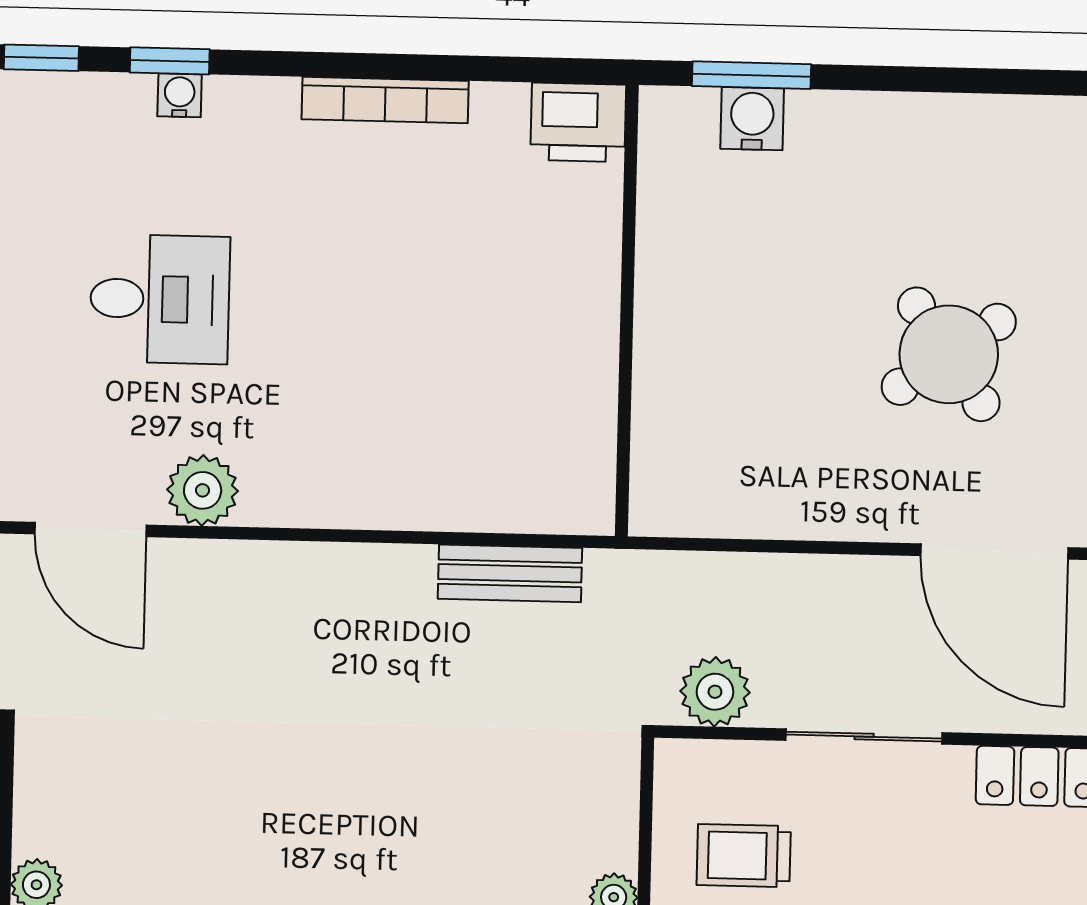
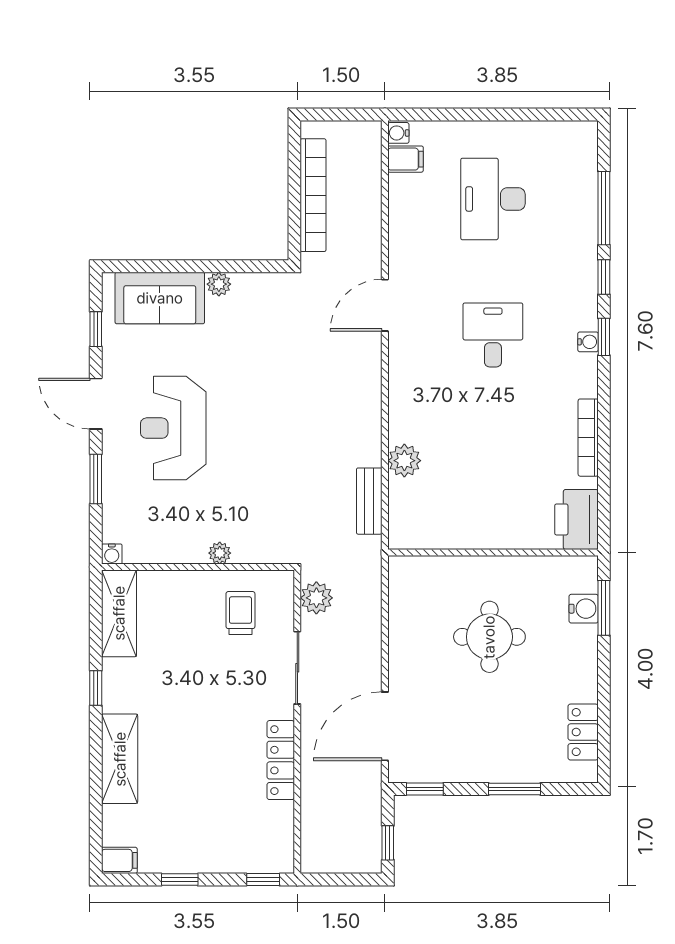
printer: (578, 122) -> (576, 519), width x1.37, depth x1.19
locker: (1017, 126) -> (583, 732), added
desk: (160, 299) -> (493, 335), turned 180
round table: (949, 354) -> (489, 637), moved, turned 35
plant: (203, 490) -> (404, 461), moved

